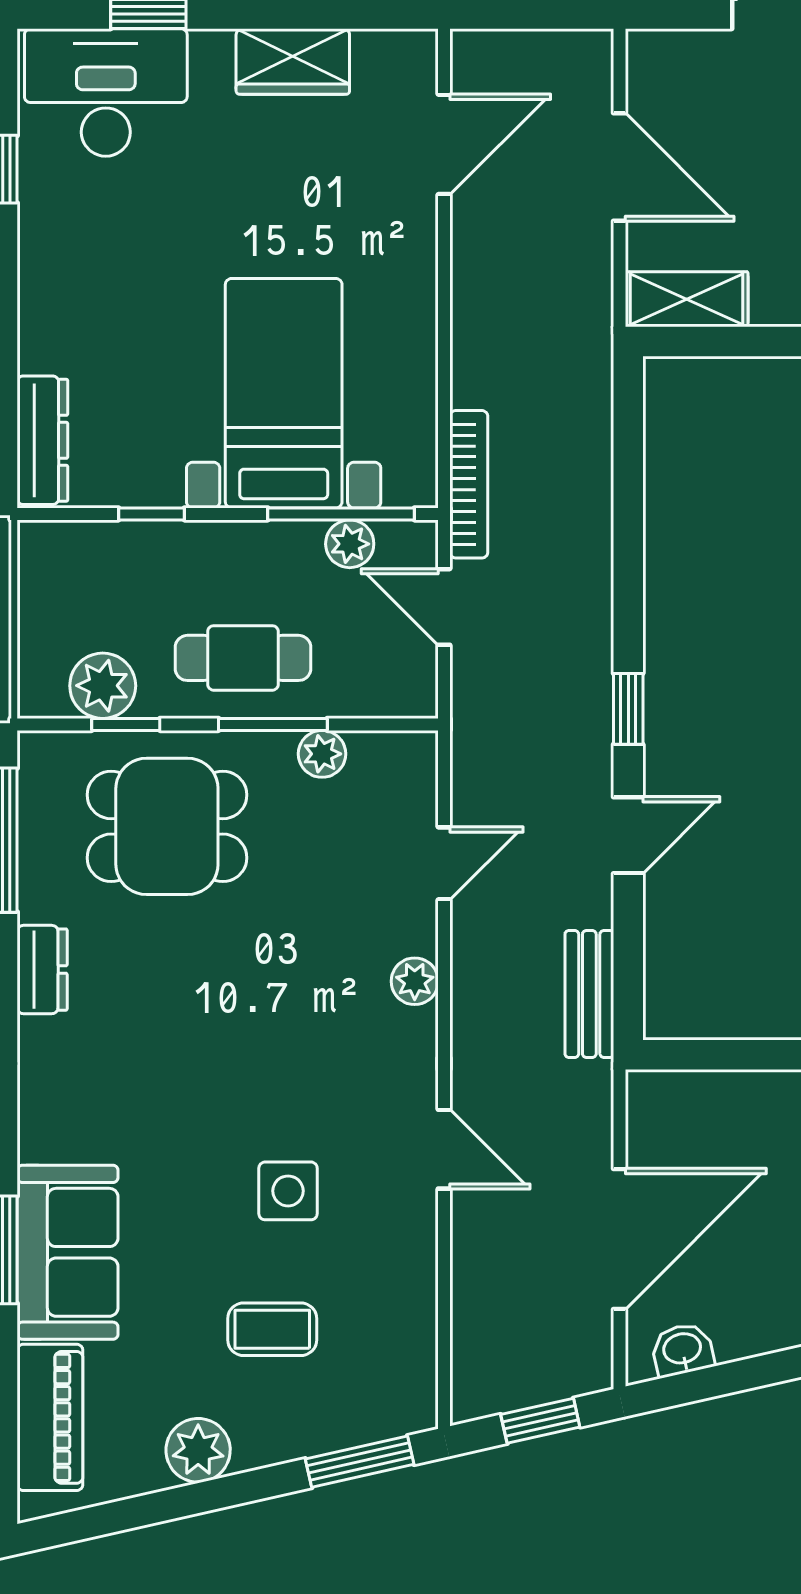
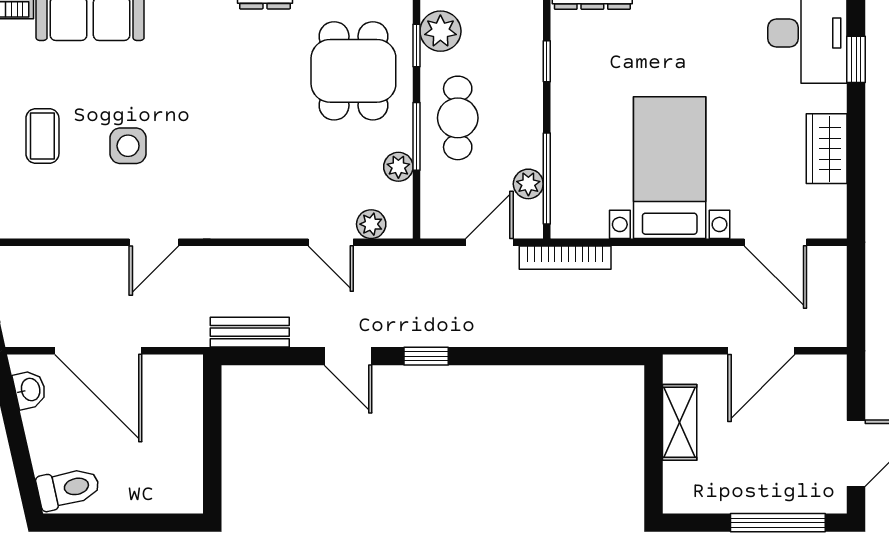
shelving: (687, 299) -> (680, 422), moved
bed with nightstands: (284, 393) -> (670, 168), moved, turned -90
plant: (415, 981) -> (371, 224), moved

